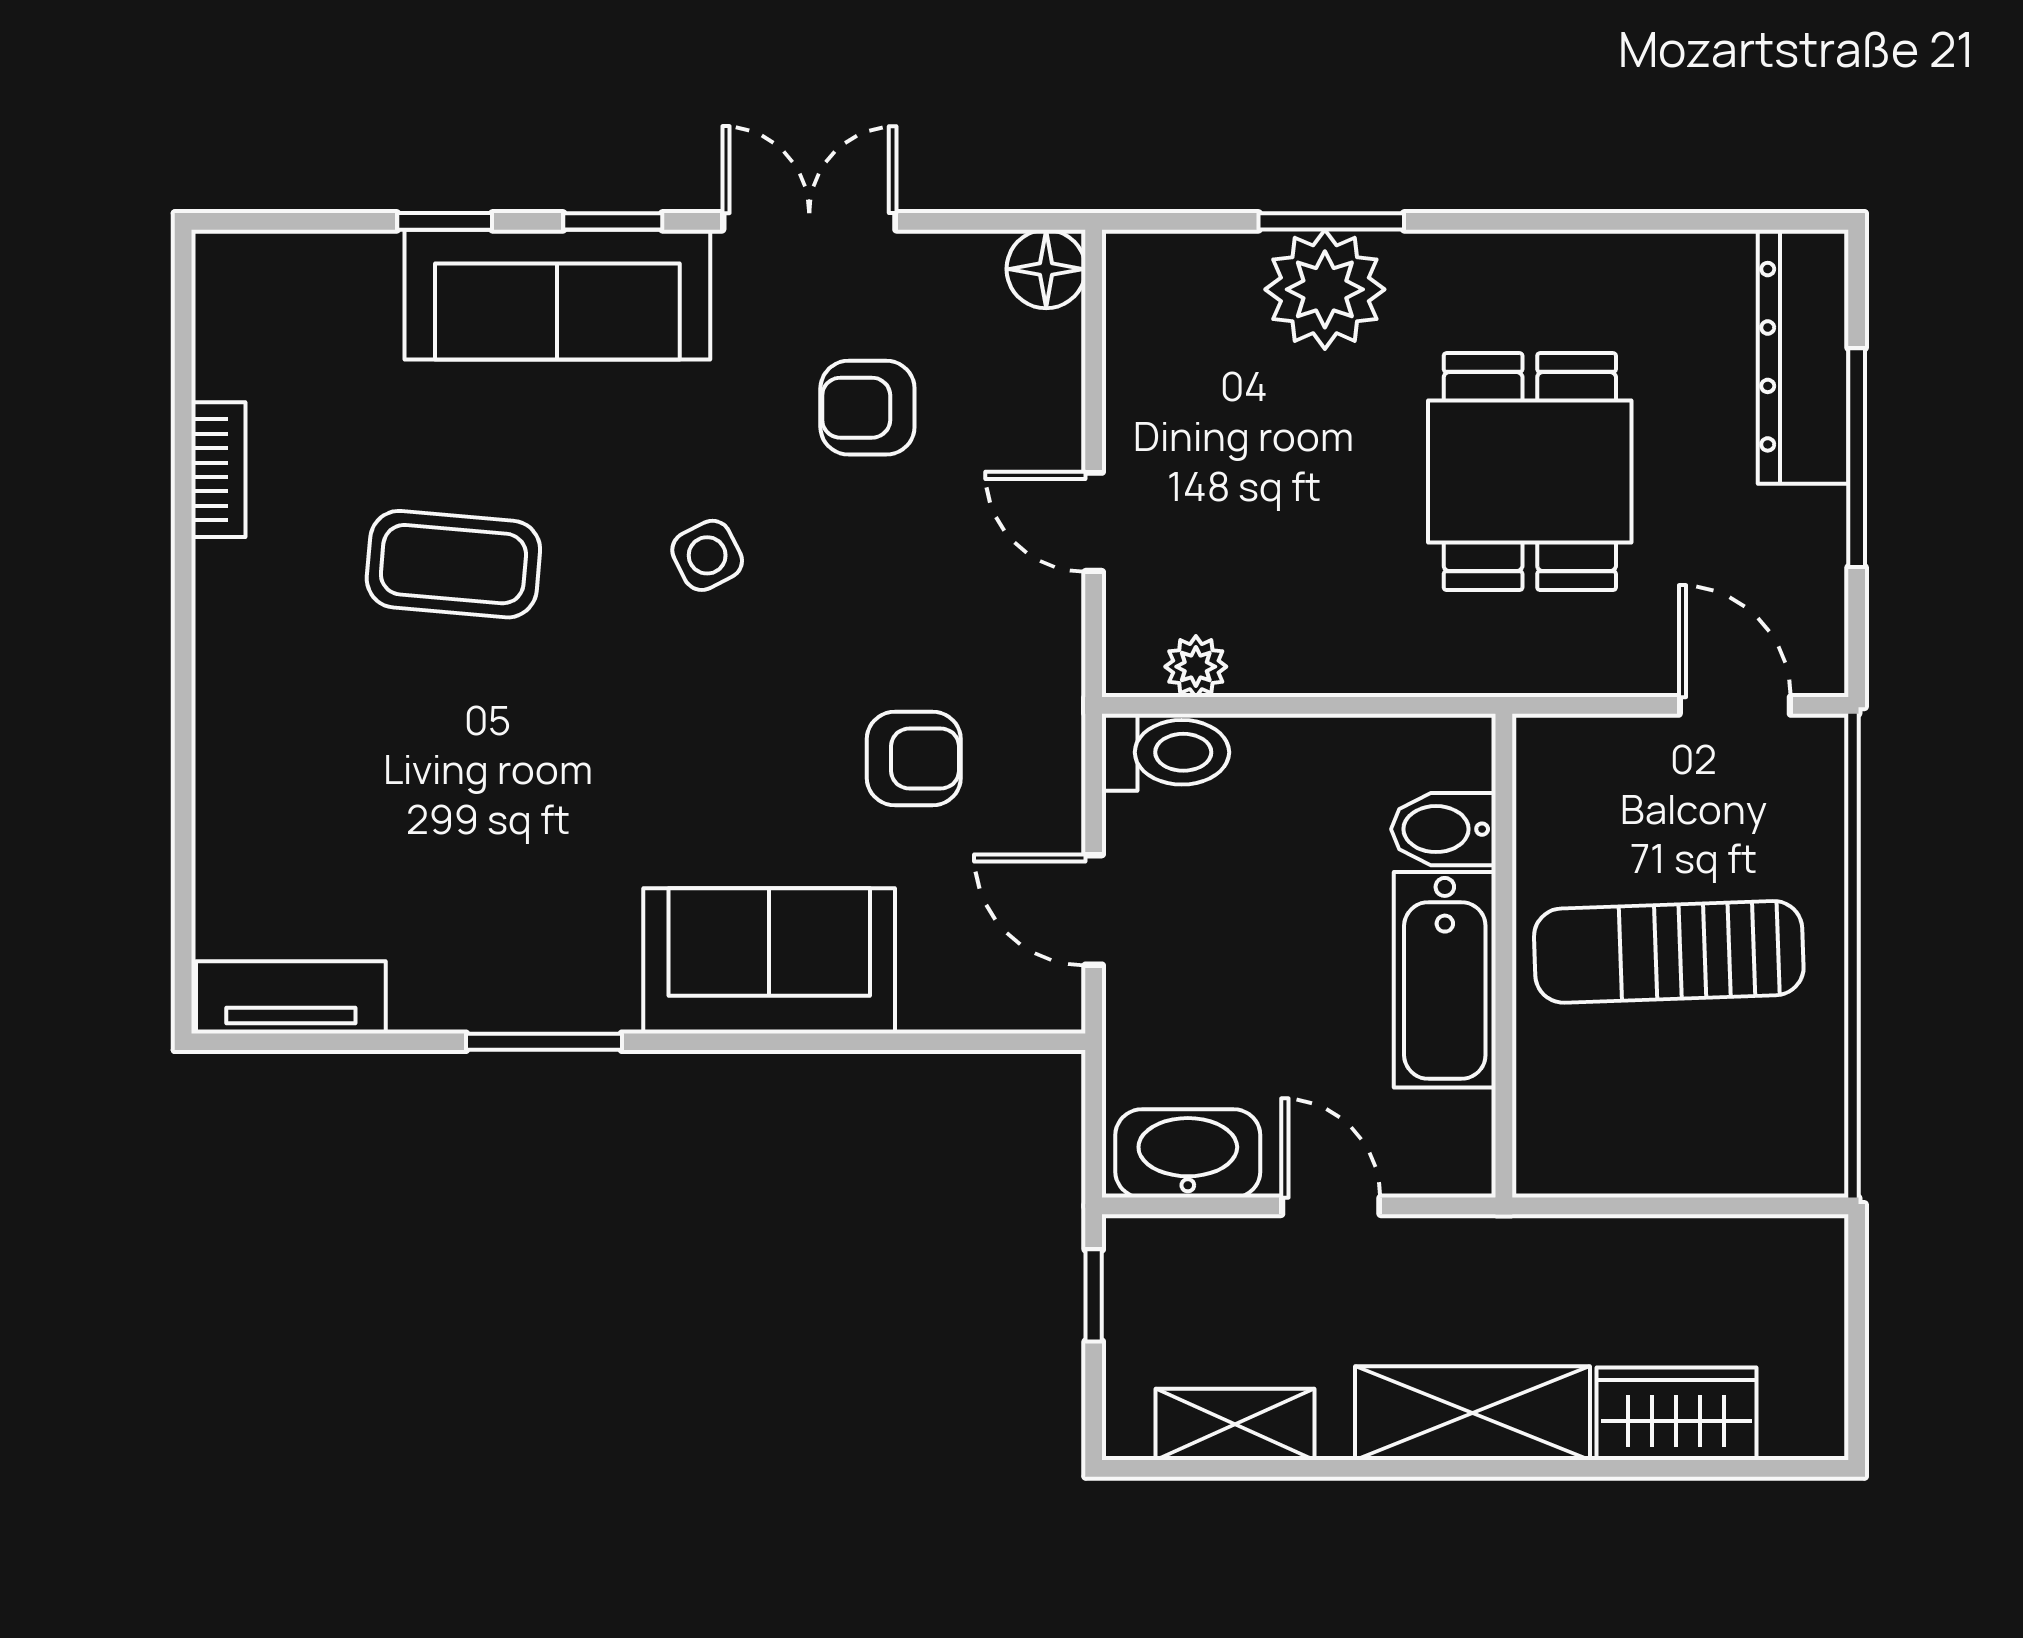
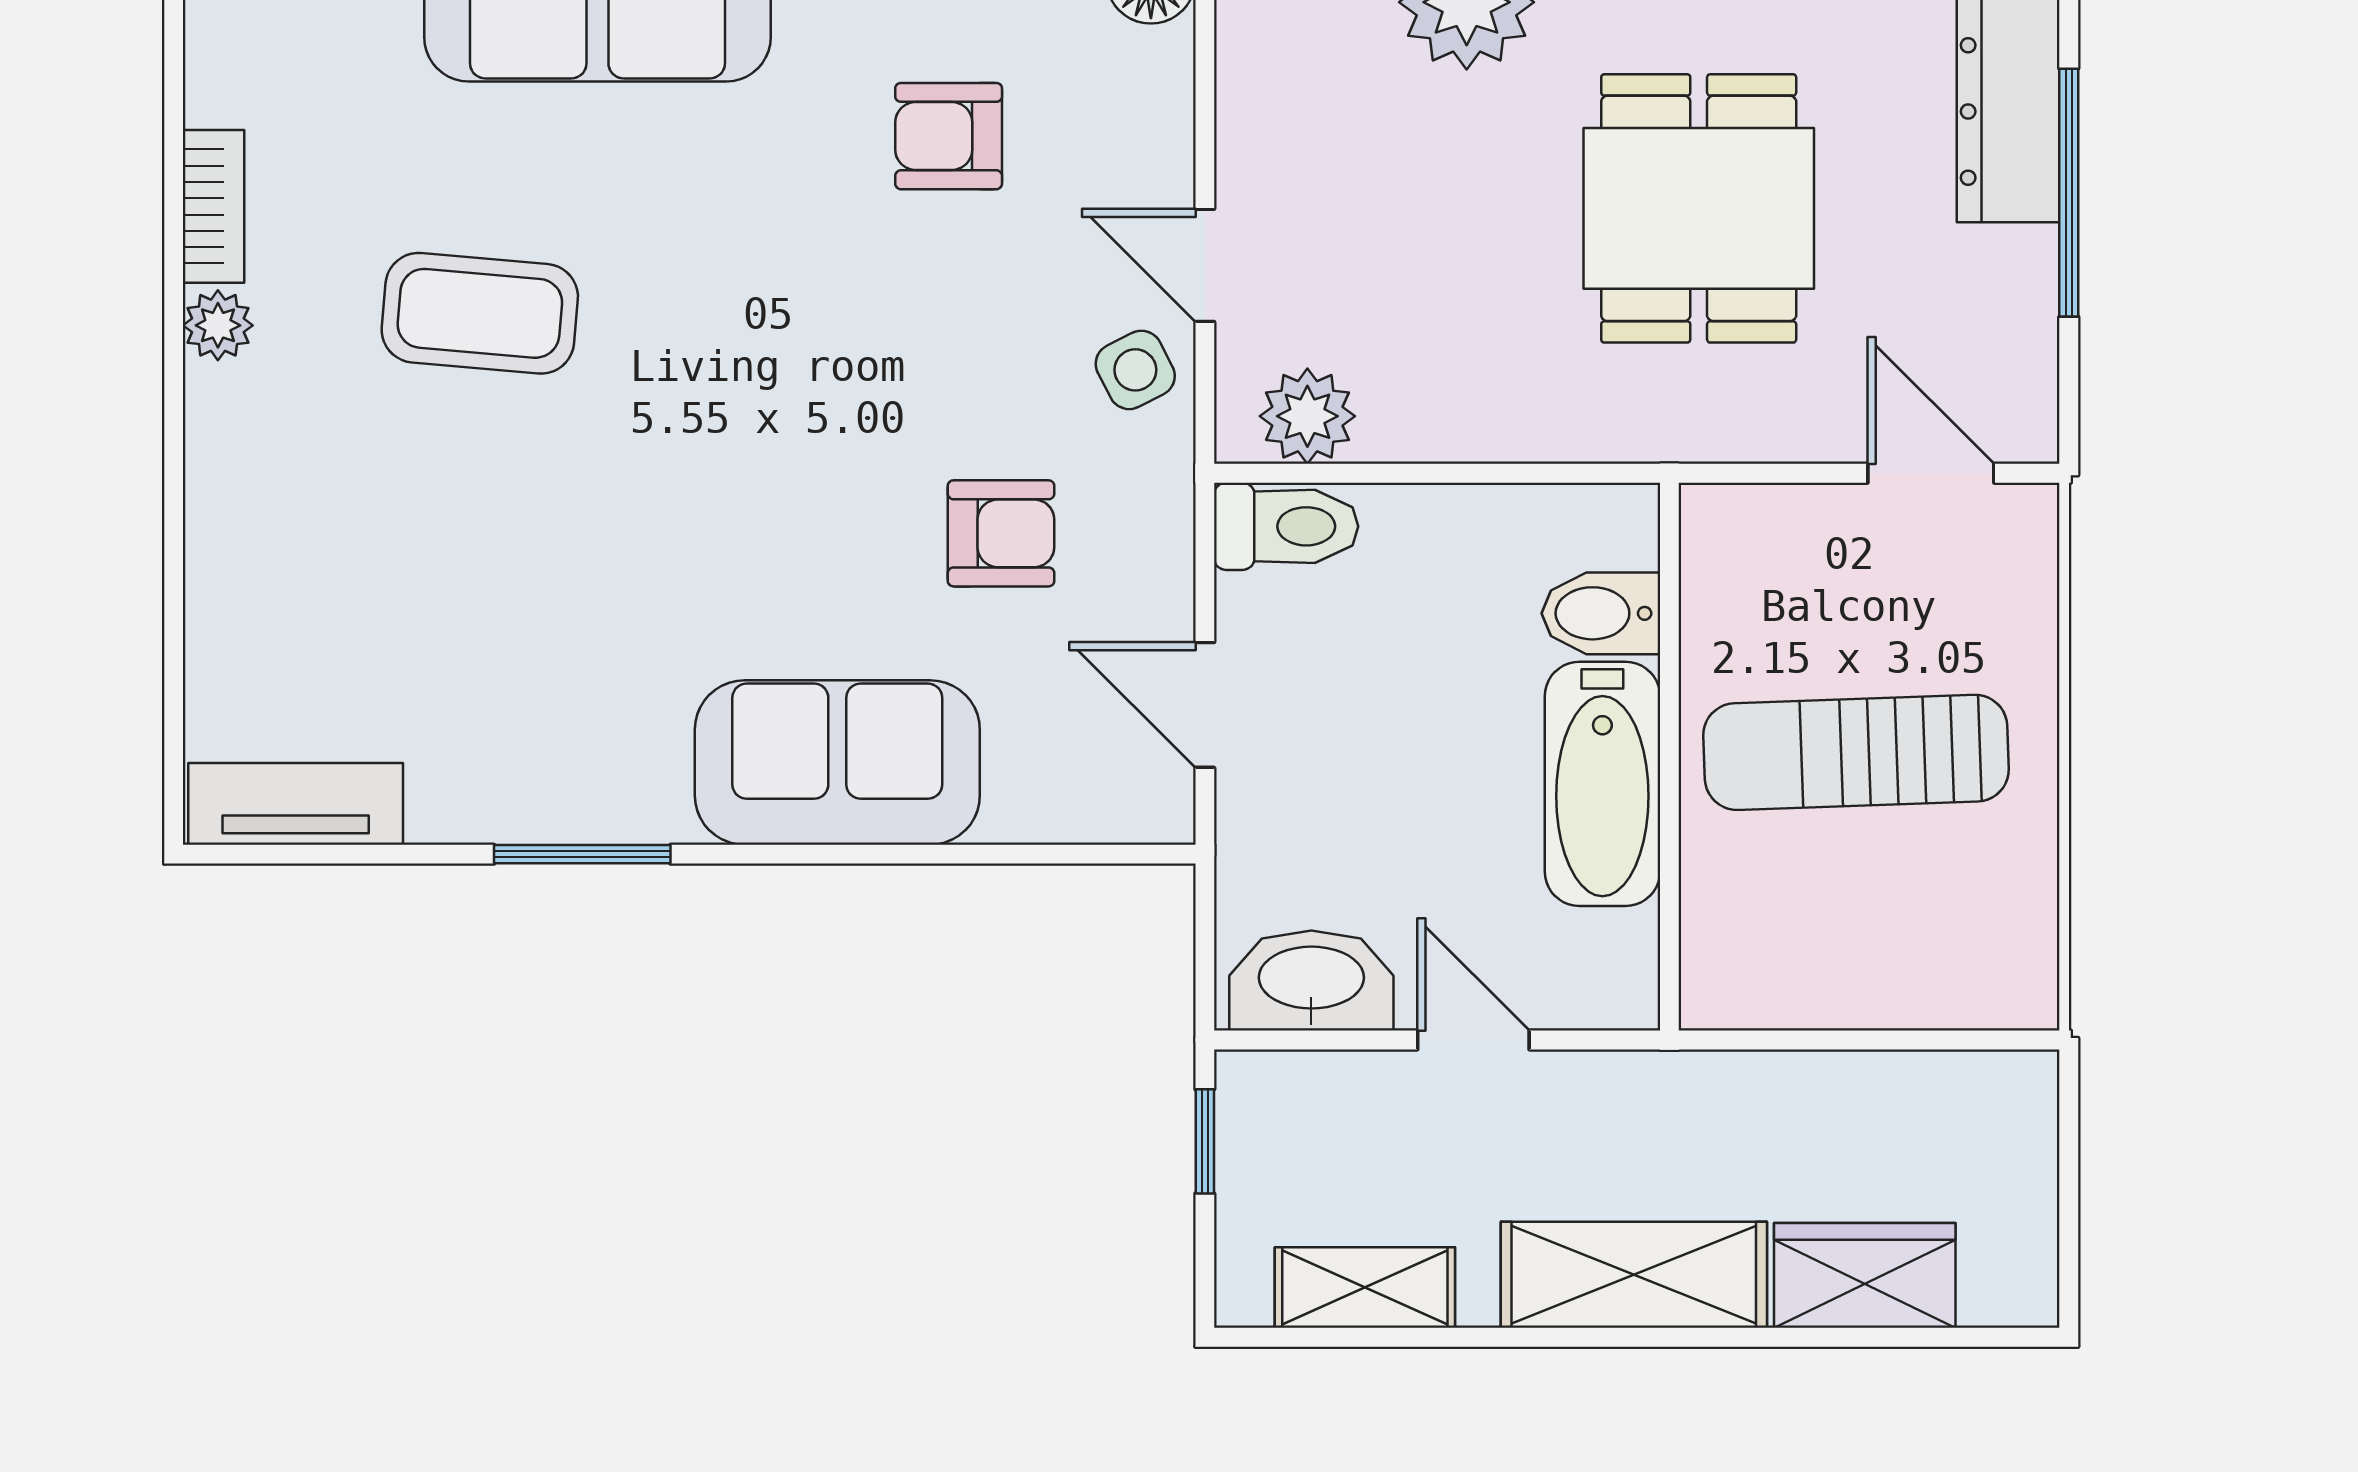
side table: (707, 555) -> (1135, 370), moved
plant: (222, 575) -> (218, 325), added
plant: (1196, 667) -> (1307, 416), width x1.38, depth x1.38

